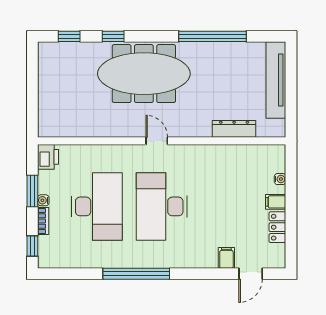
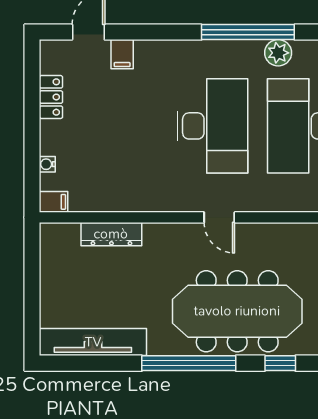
window: (213, 36) -> (189, 363), moved
tv unit: (276, 80) -> (93, 342), moved, turned -90
filing cabinet: (276, 202) -> (54, 202), moved
plant: (115, 259) -> (278, 53), added

